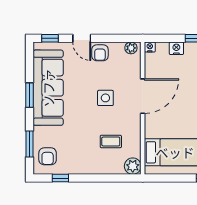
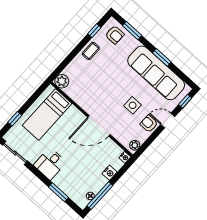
door: (143, 96) -> (99, 126), hinge flipped
side table: (105, 98) -> (133, 105), moved
coffee table: (111, 141) -> (91, 51), moved
armchair: (48, 156) -> (115, 35), turned 180

